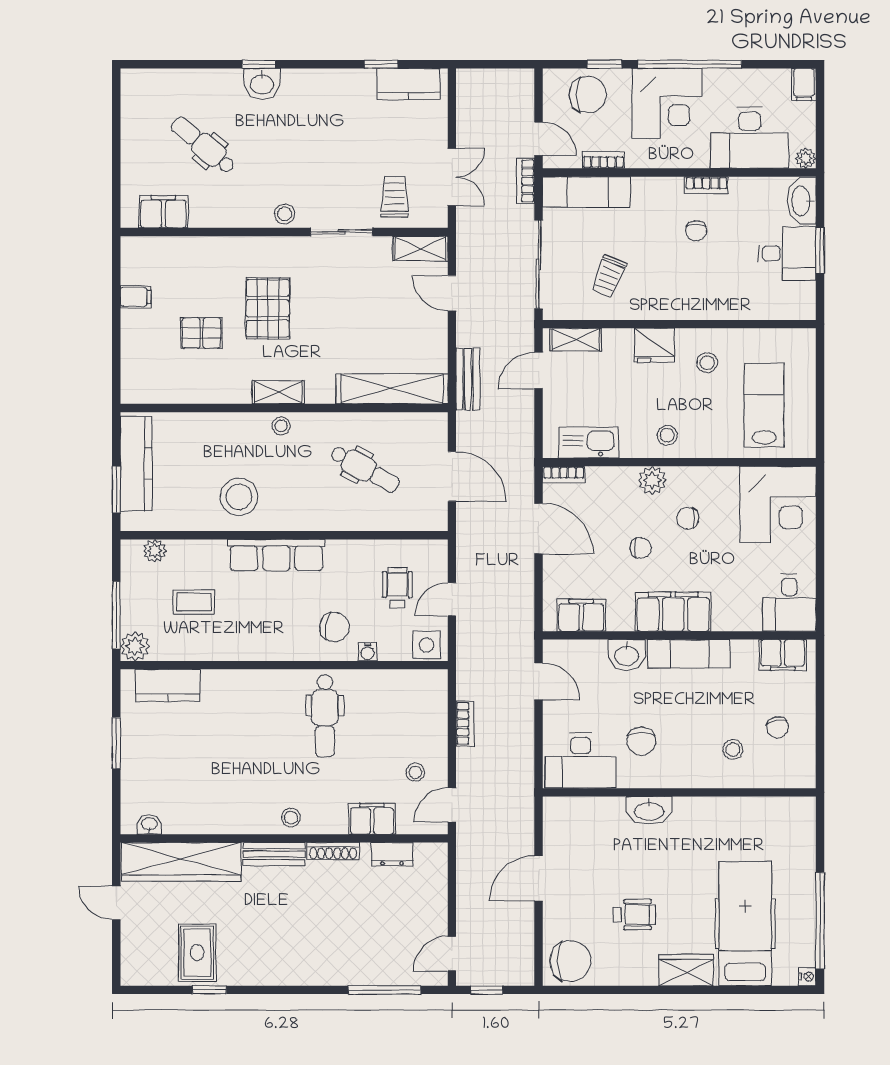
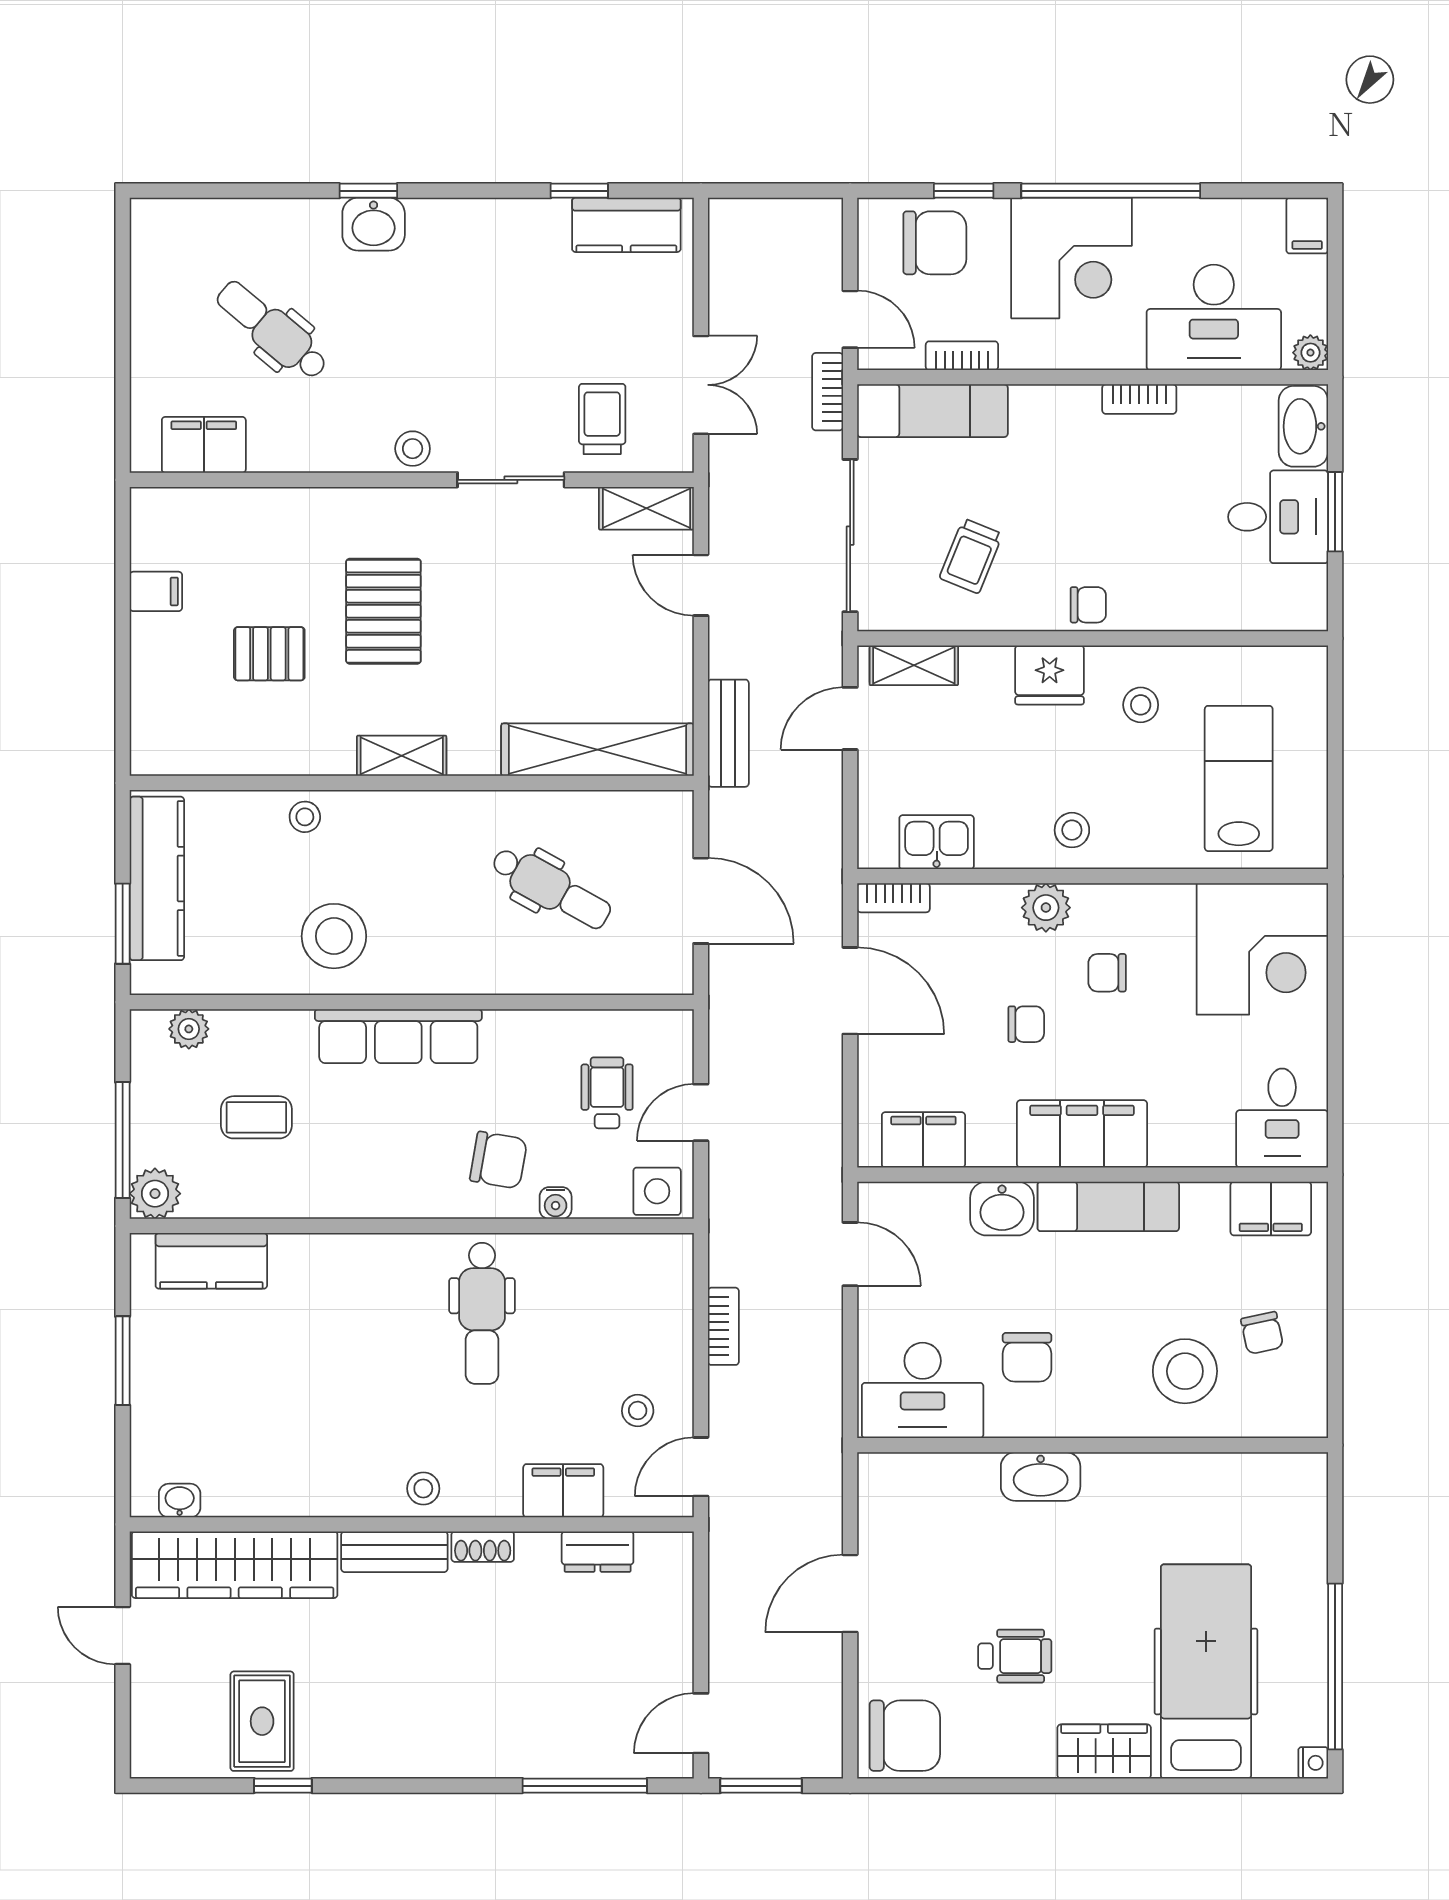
chair: (696, 231) -> (1088, 605), moved, turned -90
stool: (281, 426) -> (305, 817), moved
kitchen sink: (589, 442) -> (937, 842), width x0.73
stool: (733, 749) -> (1185, 1371), width x1.89, depth x1.89
shoe rack: (333, 851) -> (483, 1547), width x0.70
window: (487, 990) -> (761, 1786), width x1.50

